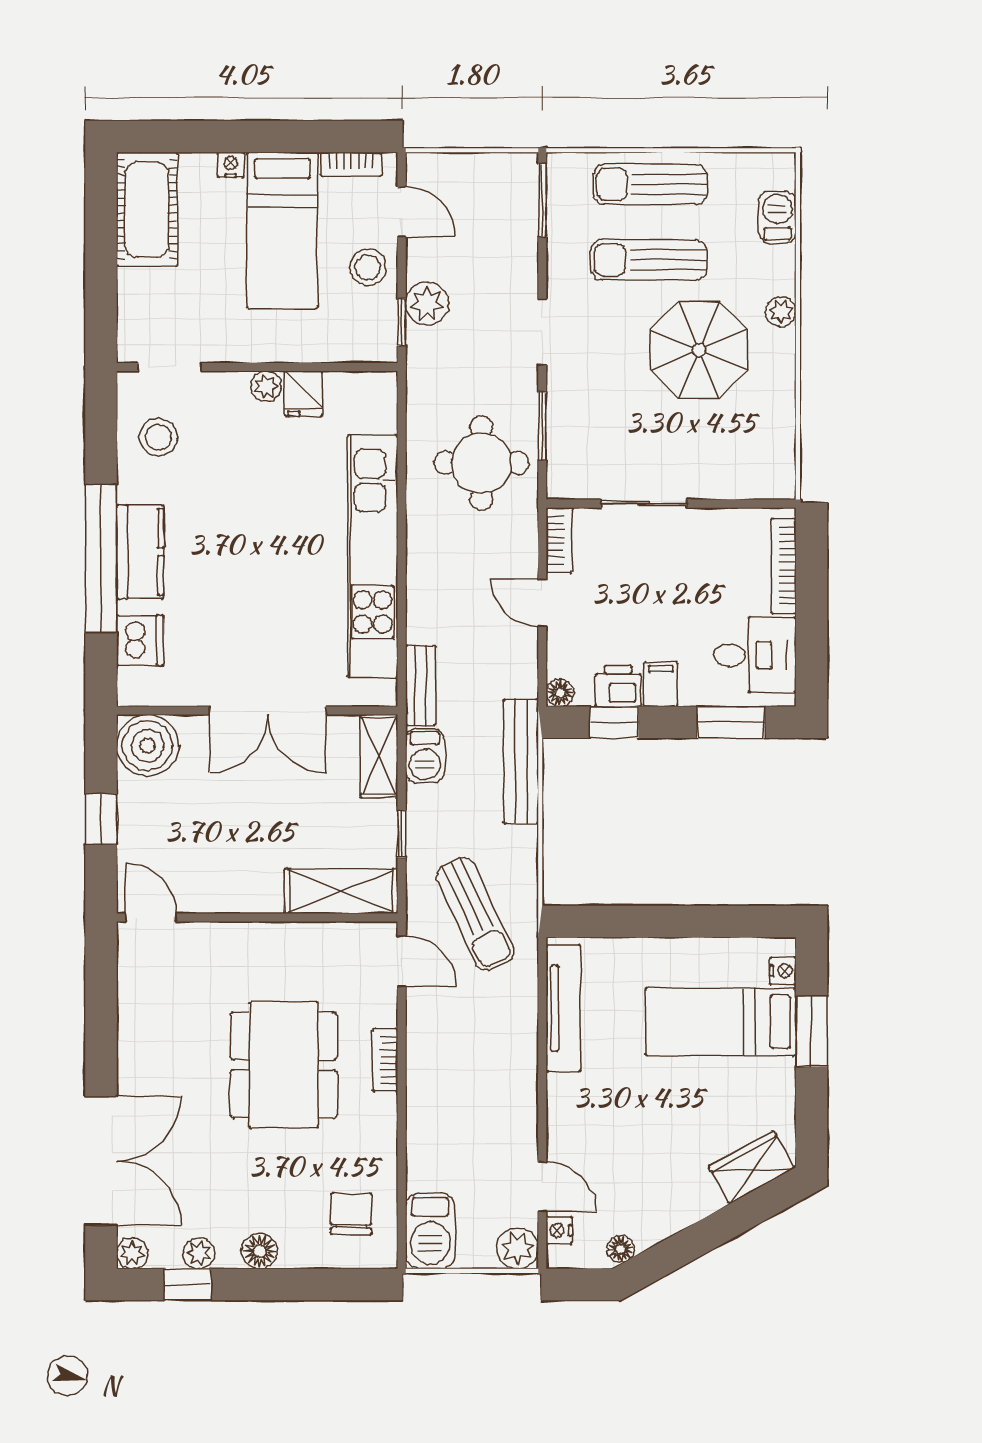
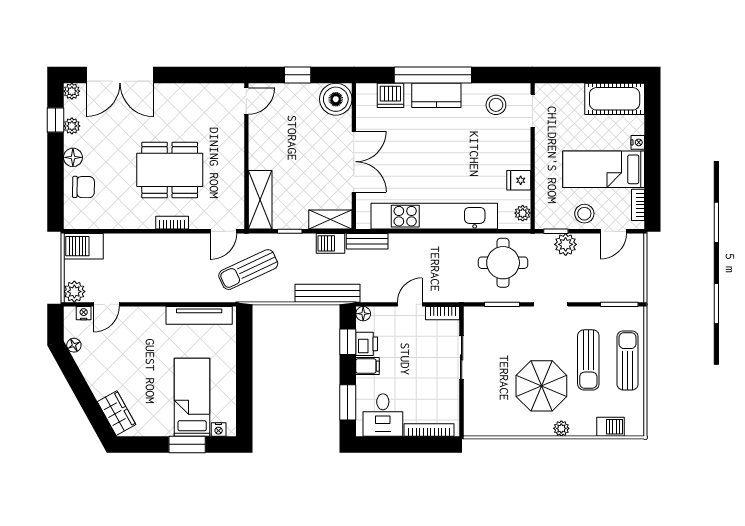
sun lounger: (649, 260) -> (588, 360), turned 180
plant: (266, 386) -> (523, 213), moved
round table: (481, 463) -> (503, 263), moved
double door: (268, 711) -> (354, 162), swing flipped
chair: (351, 1214) -> (83, 187), moved

